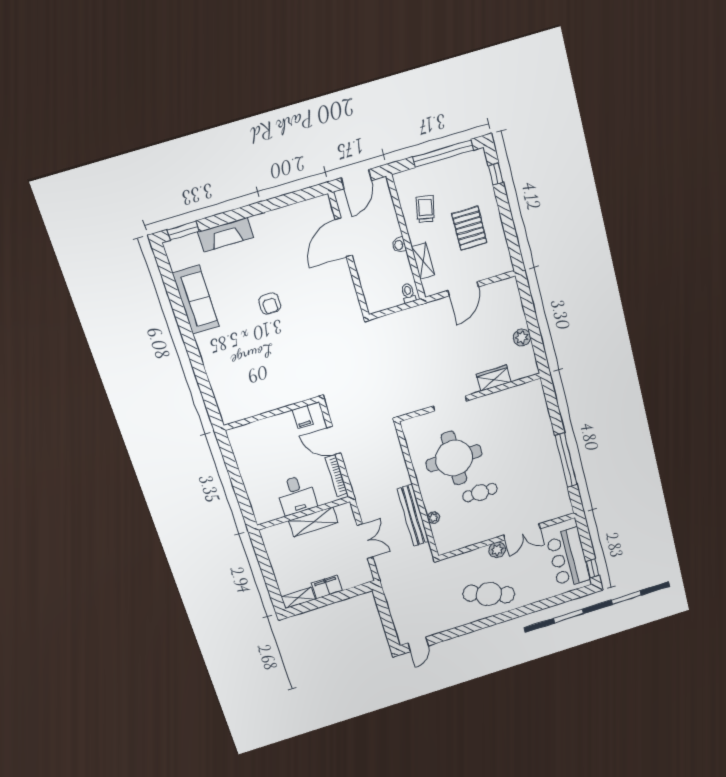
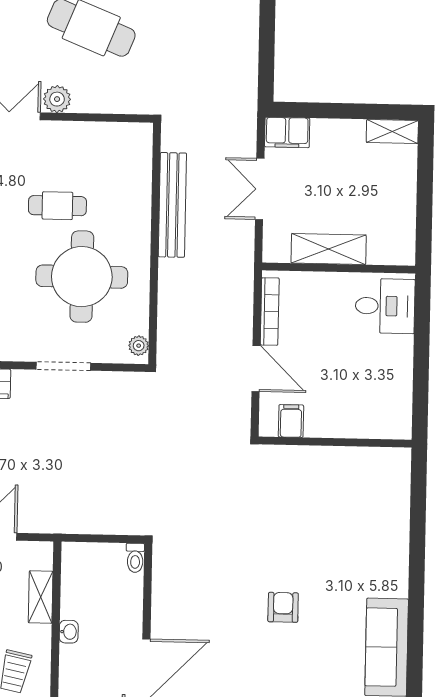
toilet: (408, 293) -> (135, 558), moved
desk: (297, 495) -> (385, 306), moved, turned 90
plant: (433, 518) -> (139, 346), moved
filing cabinet: (327, 587) -> (287, 132), moved

